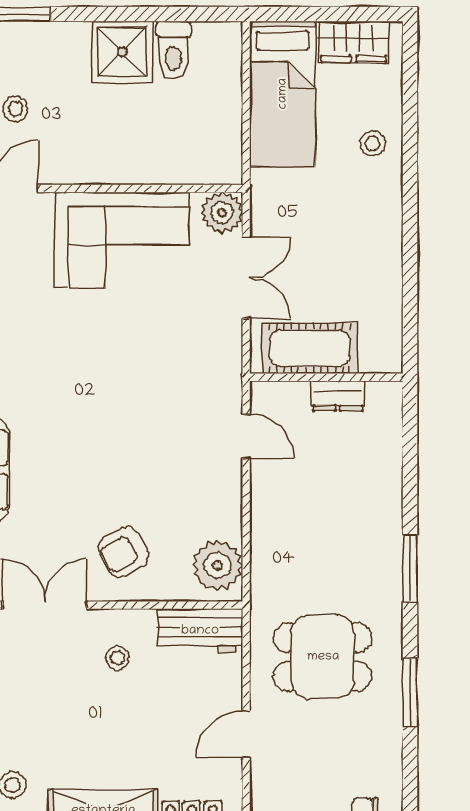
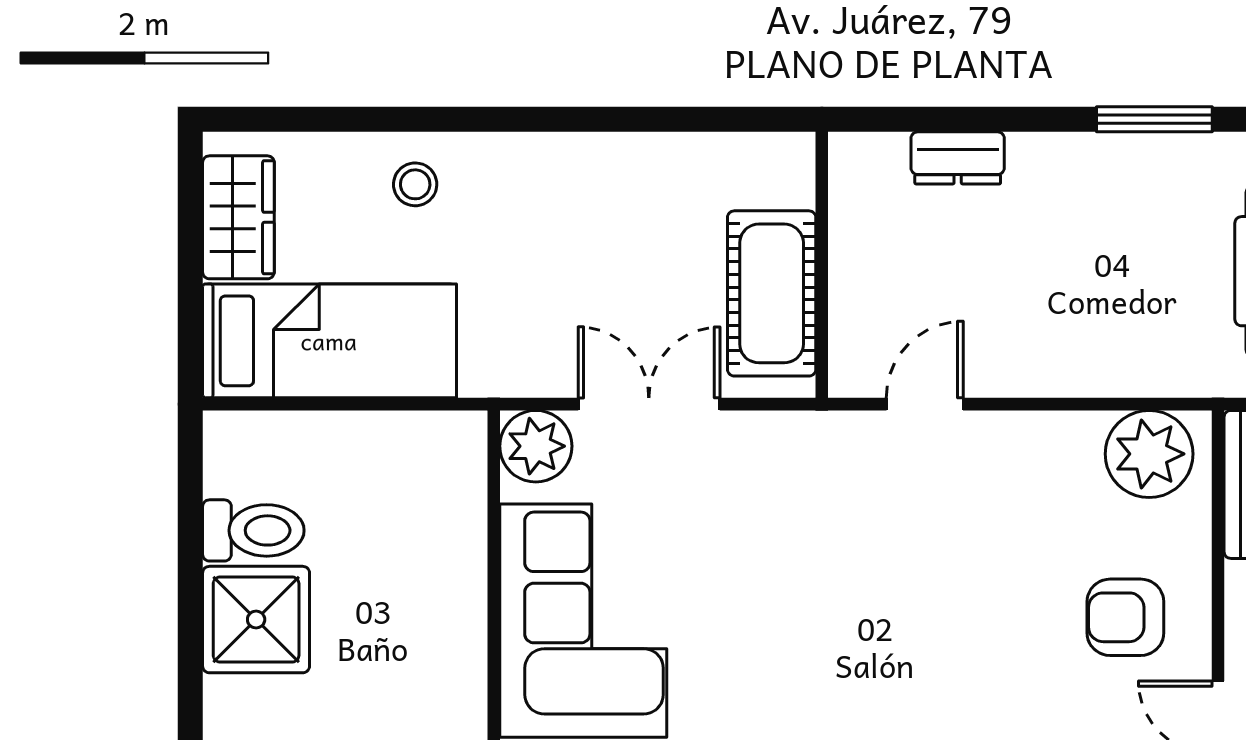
dresser: (338, 396) -> (958, 158), moved, turned 90
armchair: (124, 552) -> (1125, 617), turned 119

